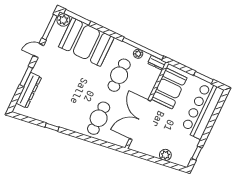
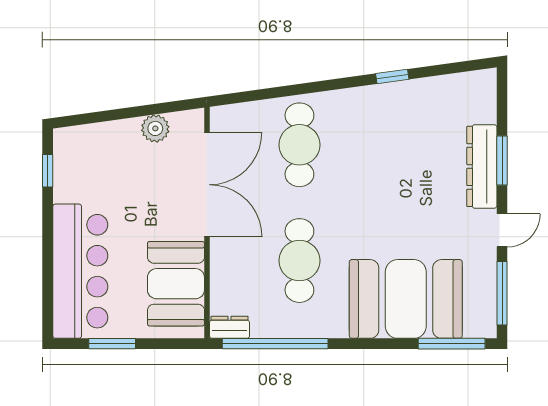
plant: (63, 20) -> (479, 323), removed
plant: (138, 54) -> (280, 327), removed
dresser: (29, 90) -> (482, 166), moved
plant: (165, 155) -> (155, 128), moved

